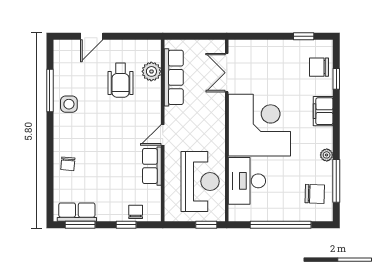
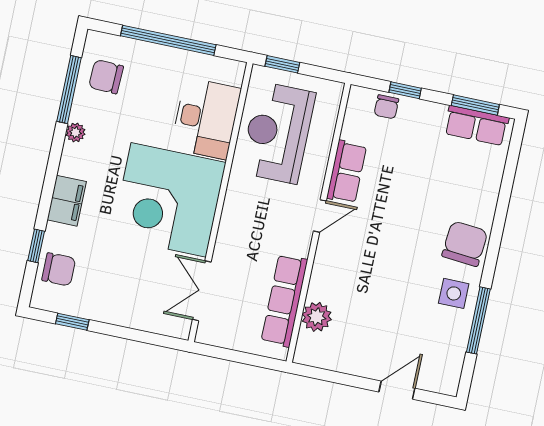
double door: (227, 73) -> (202, 291), swing flipped
wheelchair: (120, 80) -> (367, 313), removed
chair: (68, 164) -> (465, 244), moved, width x1.87, depth x1.87

